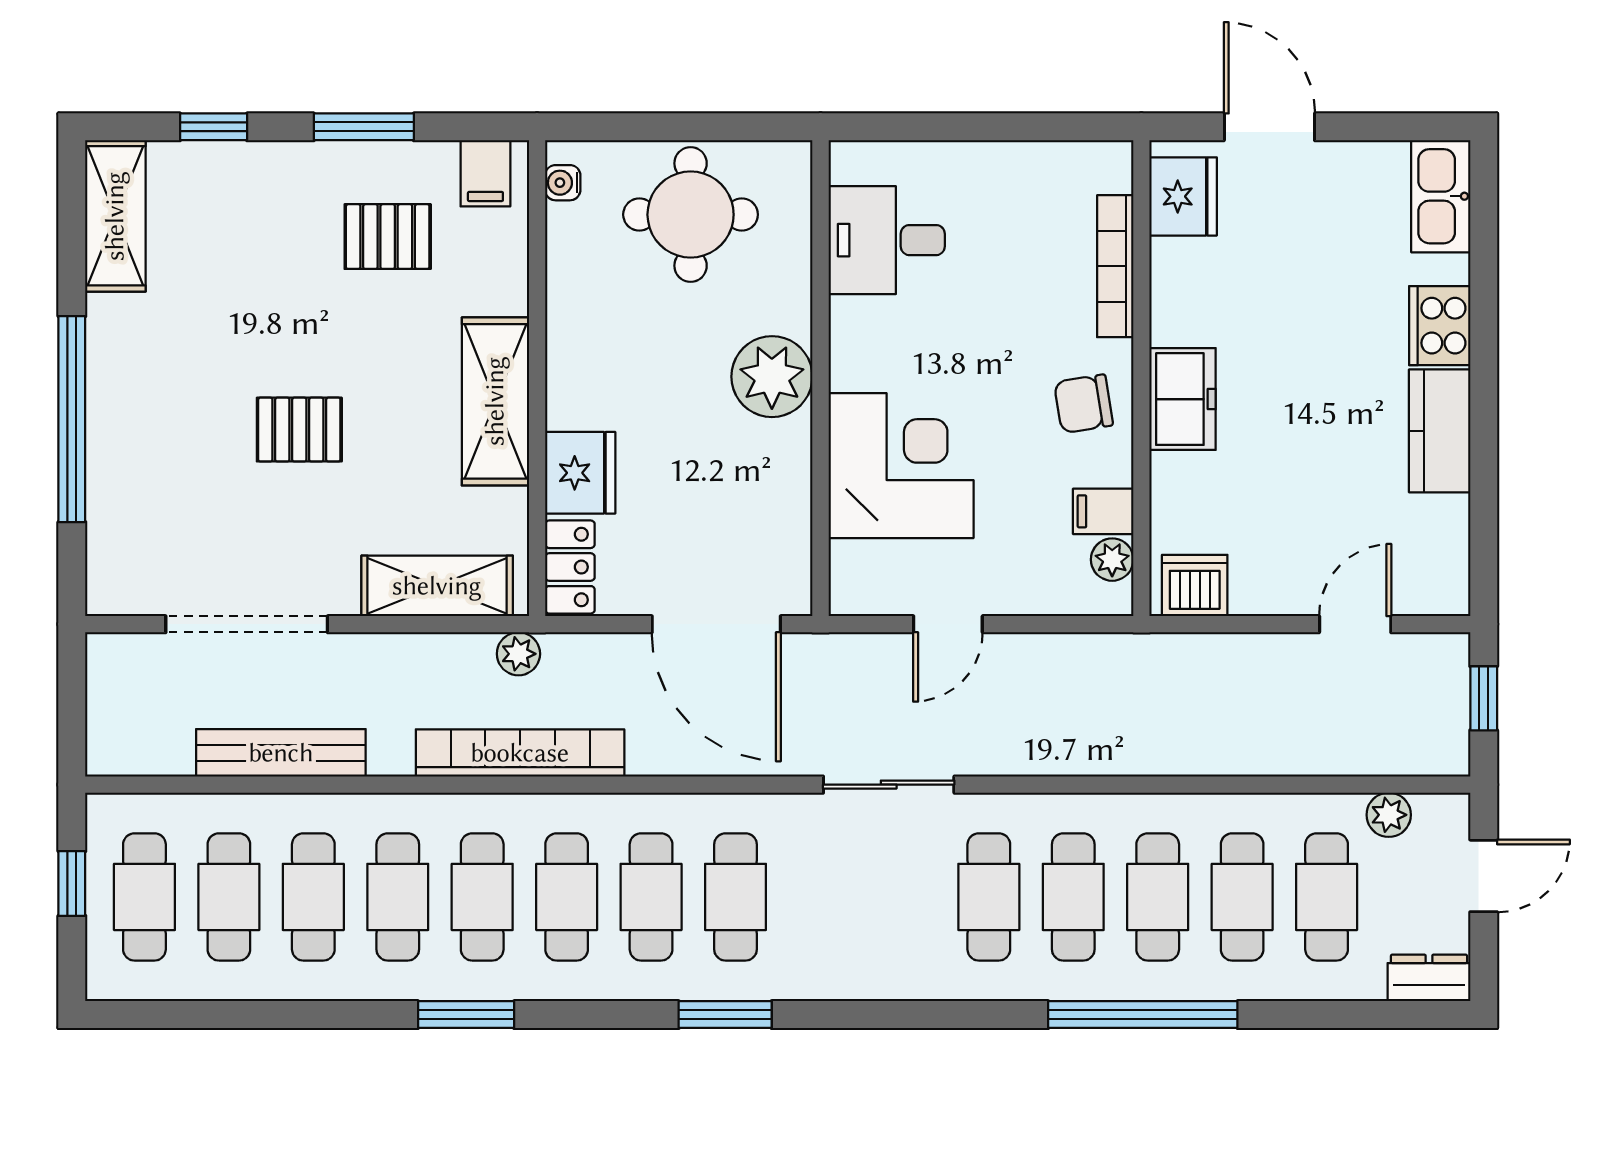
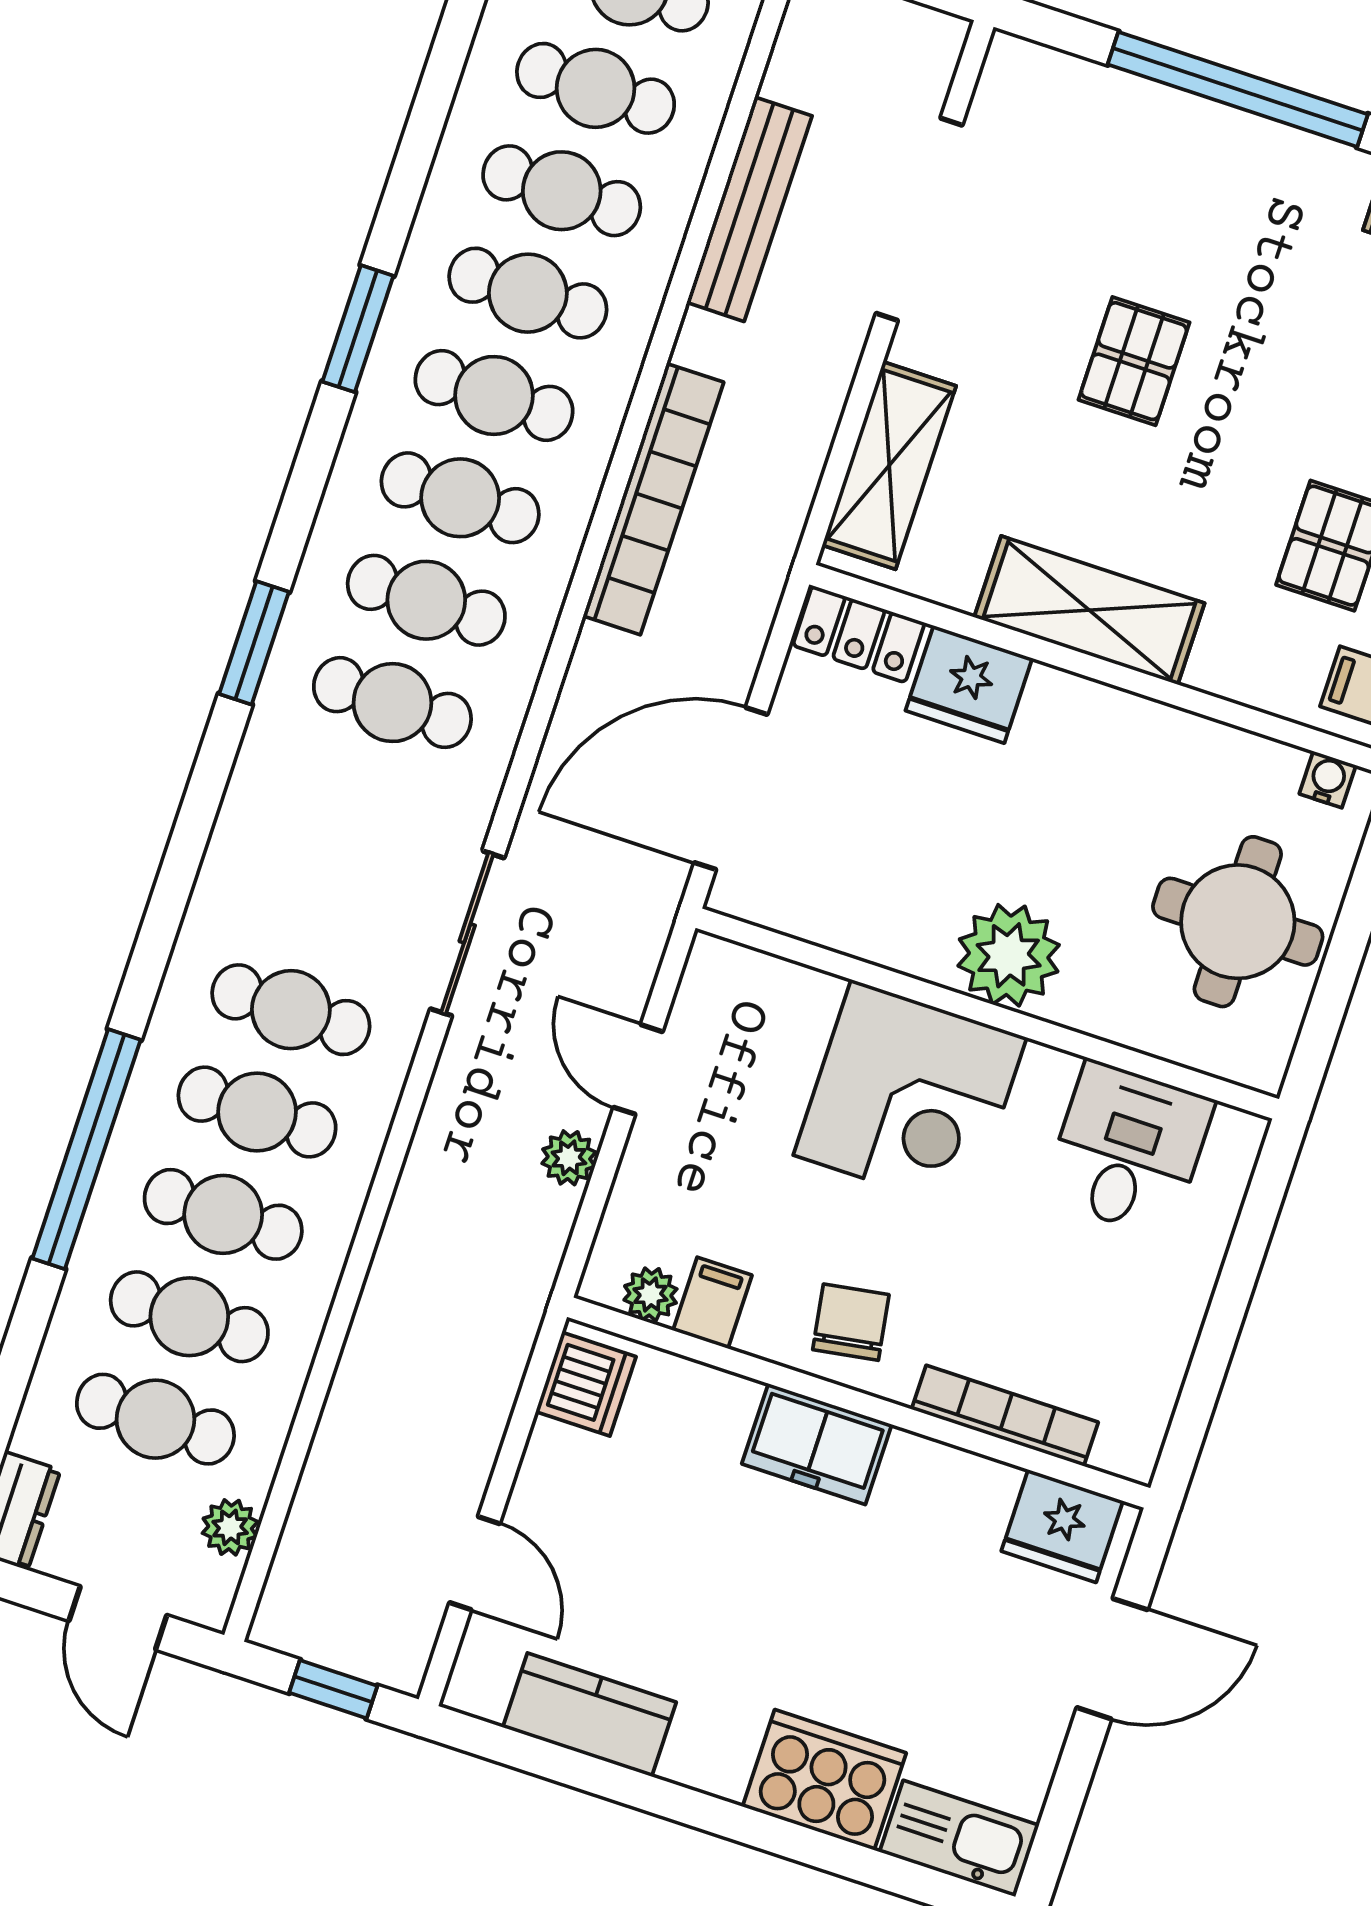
cooker: (1440, 326) -> (824, 1780), width x1.37, depth x1.31
kitchen counter: (1440, 431) -> (590, 1715), moved
corner desk: (901, 466) -> (910, 1096), moved
plant: (518, 654) -> (569, 1158), moved

